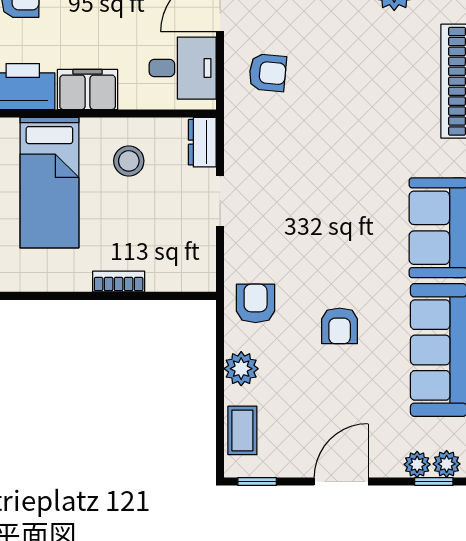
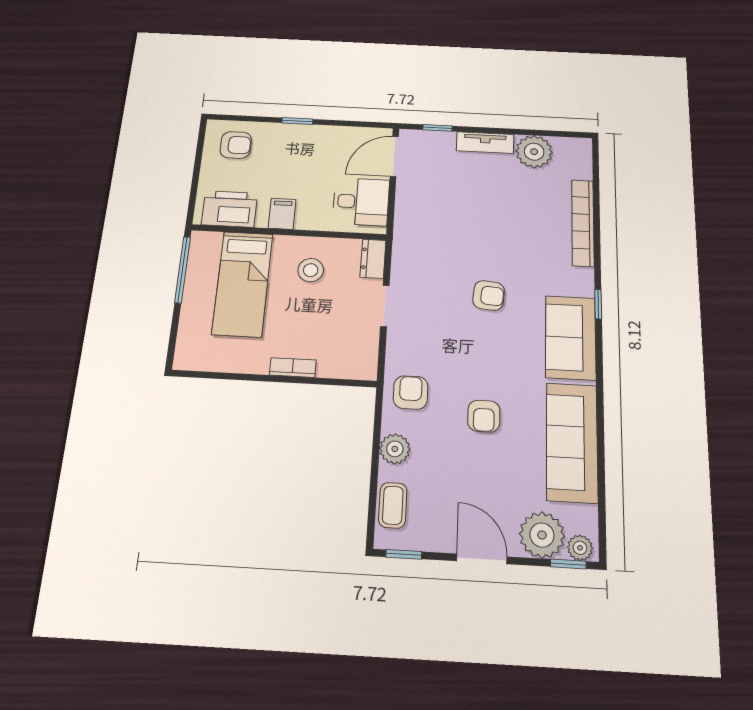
armchair: (268, 73) -> (489, 295), moved
filing cabinet: (88, 90) -> (282, 214), width x0.50
plant: (417, 464) -> (542, 535), width x1.87, depth x1.87
door: (341, 482) -> (482, 559), hinge flipped

